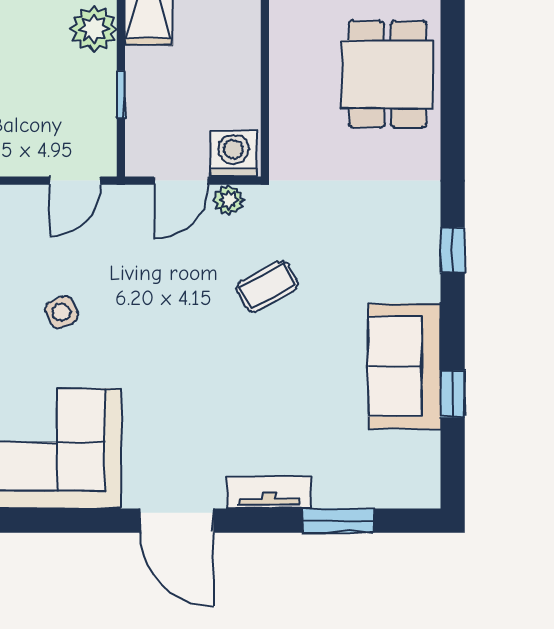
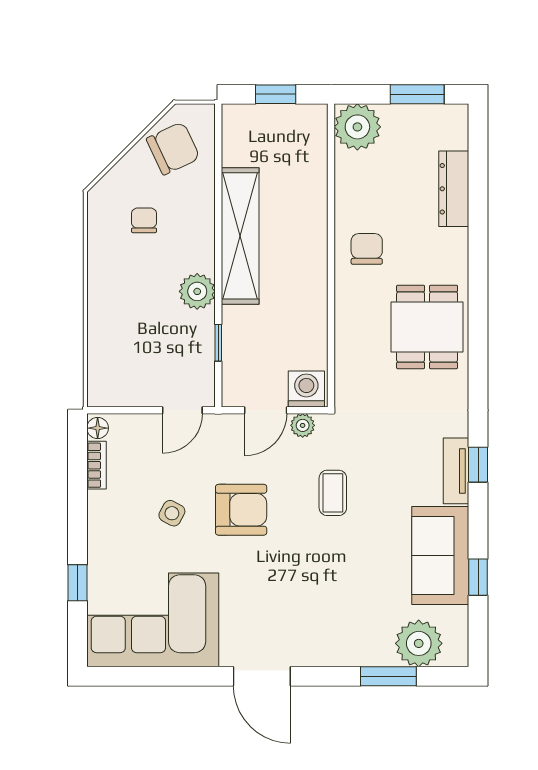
coffee table: (267, 286) -> (333, 493), turned -61
armchair: (150, 308) -> (241, 510), added
side table: (61, 312) -> (172, 513), turned -36
plant: (377, 479) -> (419, 643), added
tv unit: (269, 493) -> (456, 471), moved, turned -90

